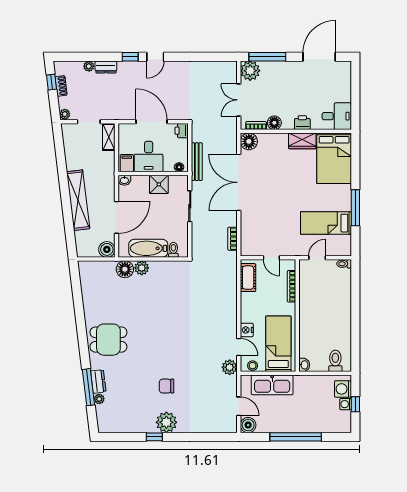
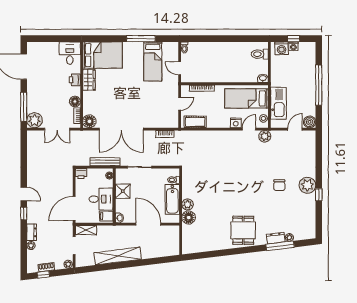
door: (152, 122) -> (74, 209), moved
shelving: (78, 200) -> (118, 256), moved
boiler: (107, 249) -> (173, 232), removed

